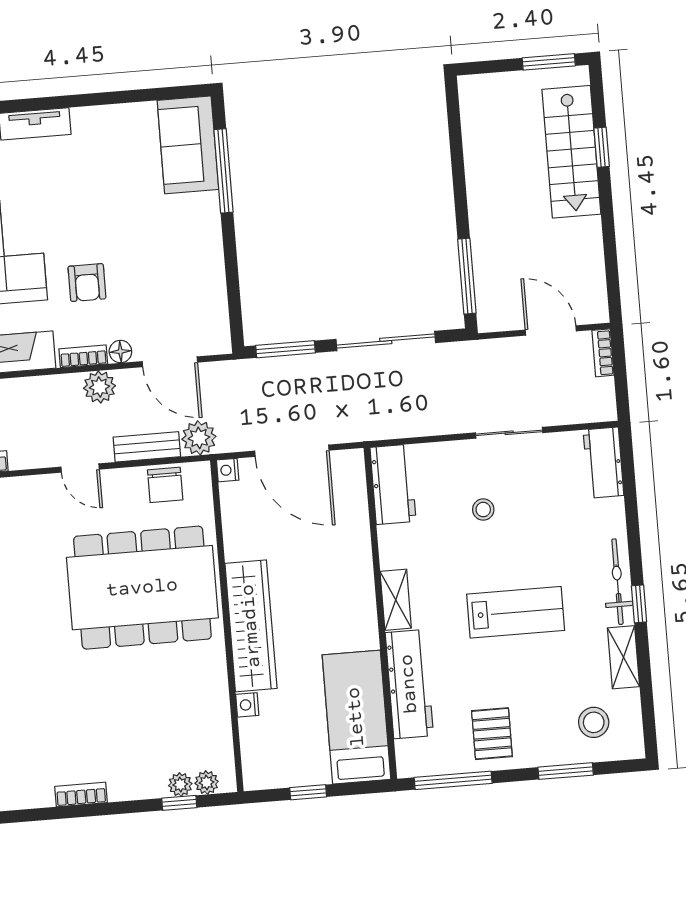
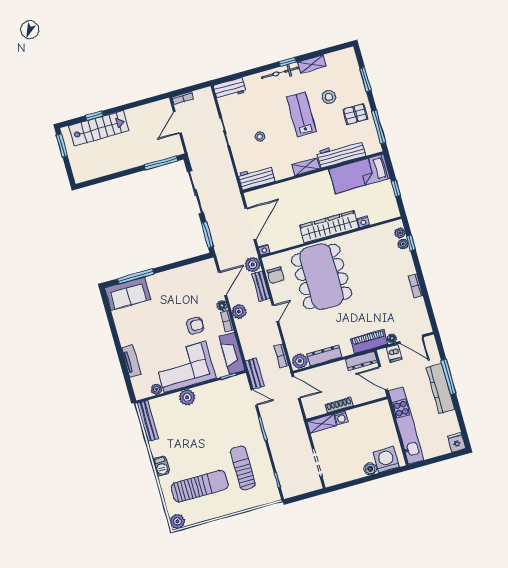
chair: (165, 485) -> (276, 275), turned 90
stool: (594, 722) -> (329, 97), moved

